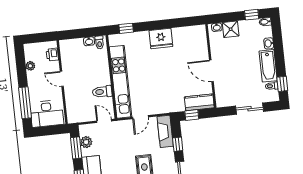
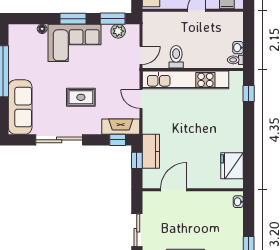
shower: (231, 29) -> (234, 218), removed
fridge: (161, 39) -> (232, 166), moved
door: (211, 71) -> (174, 190), moved
kitchen counter: (199, 102) -> (151, 151), moved
window: (178, 144) -> (118, 140), moved

